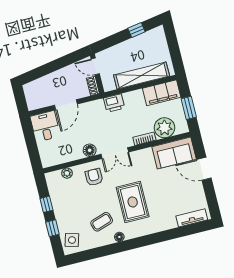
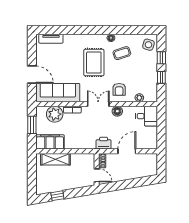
shelving: (142, 76) -> (55, 159), width x0.68
printer: (114, 103) -> (104, 143), moved
desk: (45, 126) -> (146, 116), moved, turned -90
sofa: (174, 153) -> (58, 93), width x1.36

